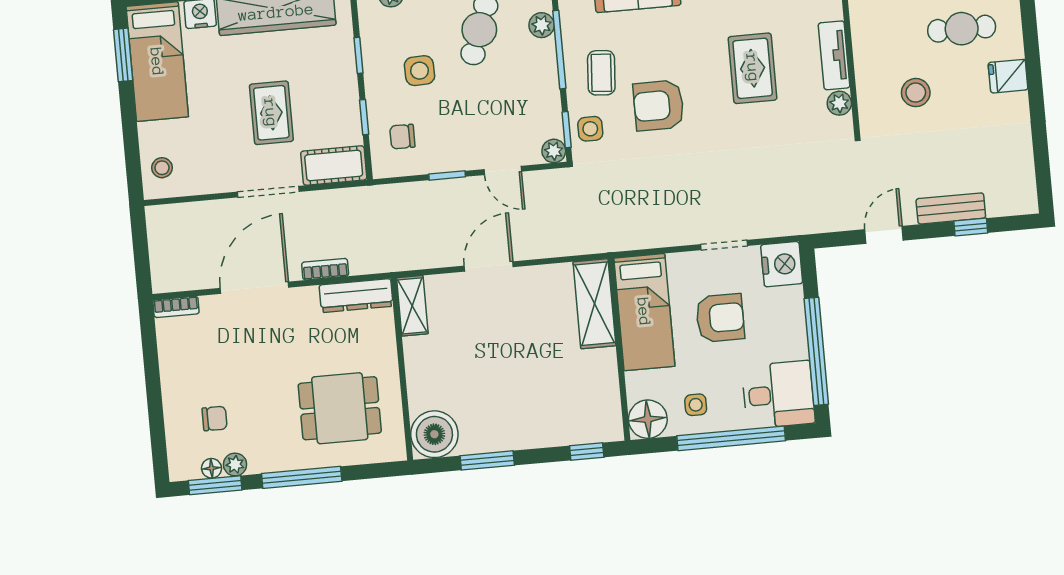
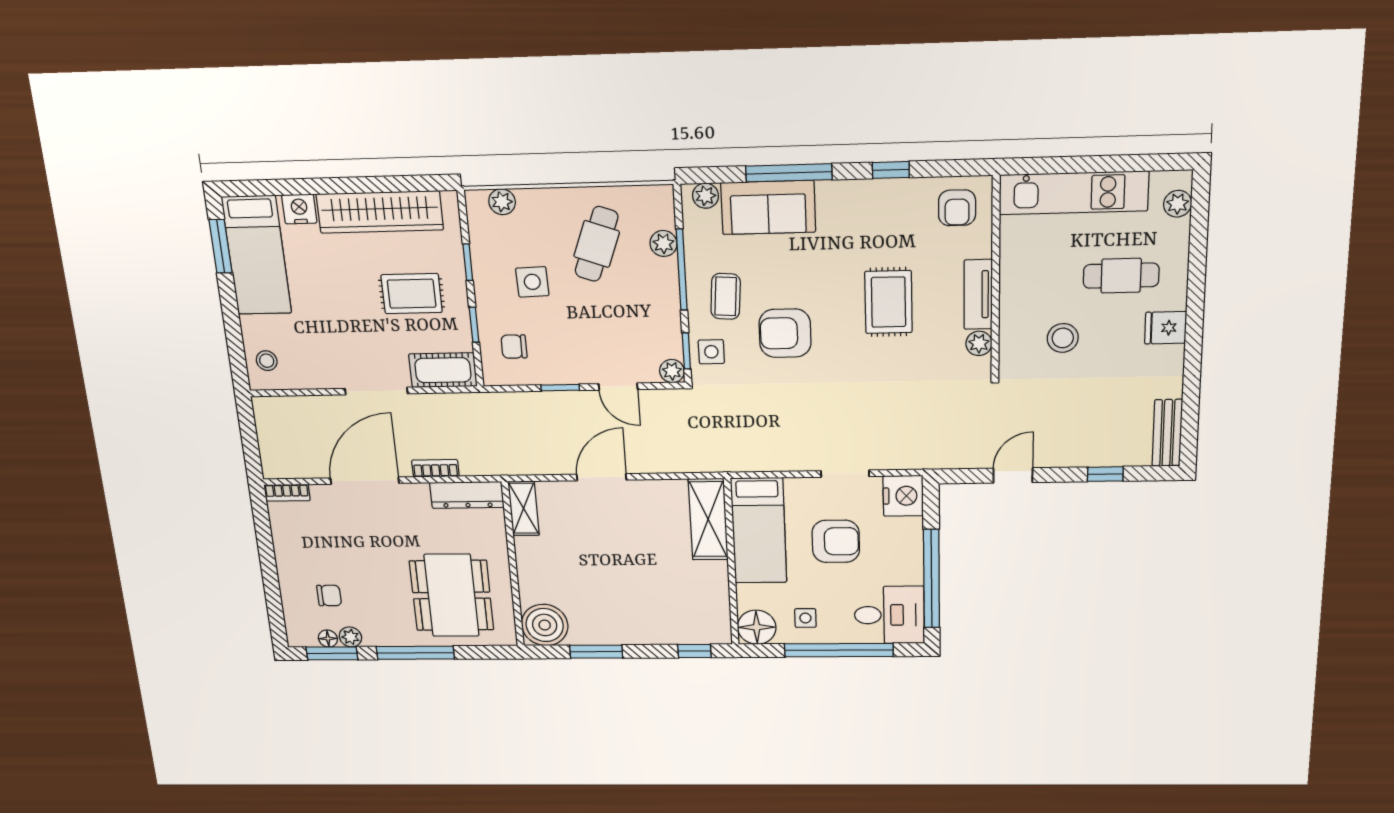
rug: (271, 113) -> (412, 294), moved, turned 90
bench: (951, 208) -> (1167, 433), moved, turned 90
dining table: (340, 408) -> (452, 595), width x1.38

